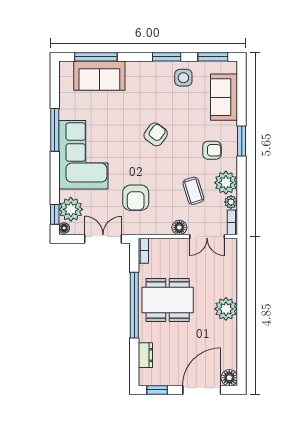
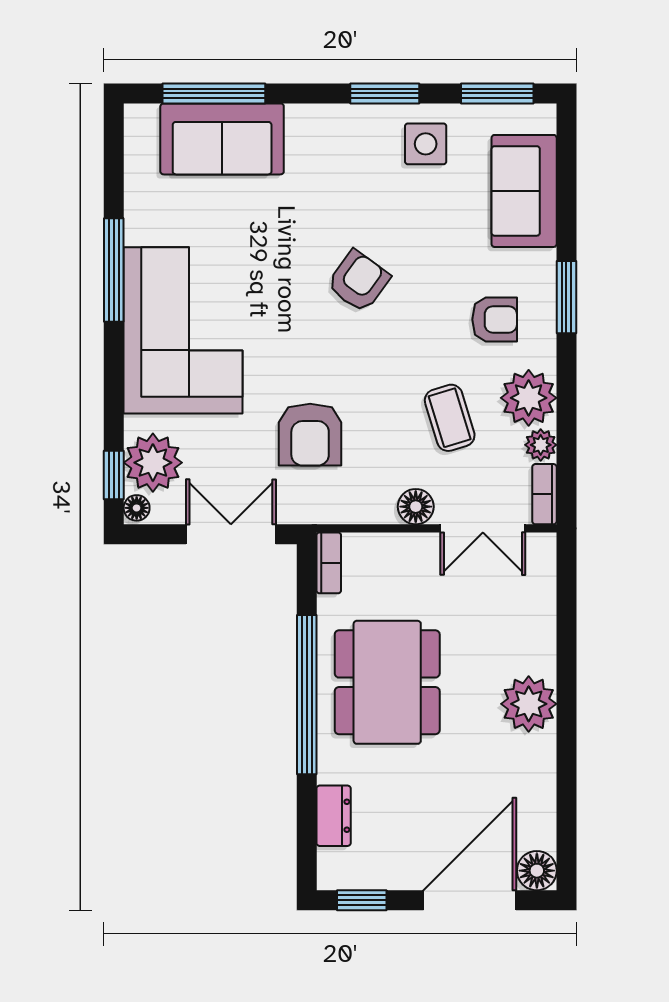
dining table: (168, 300) -> (387, 682), turned 90

